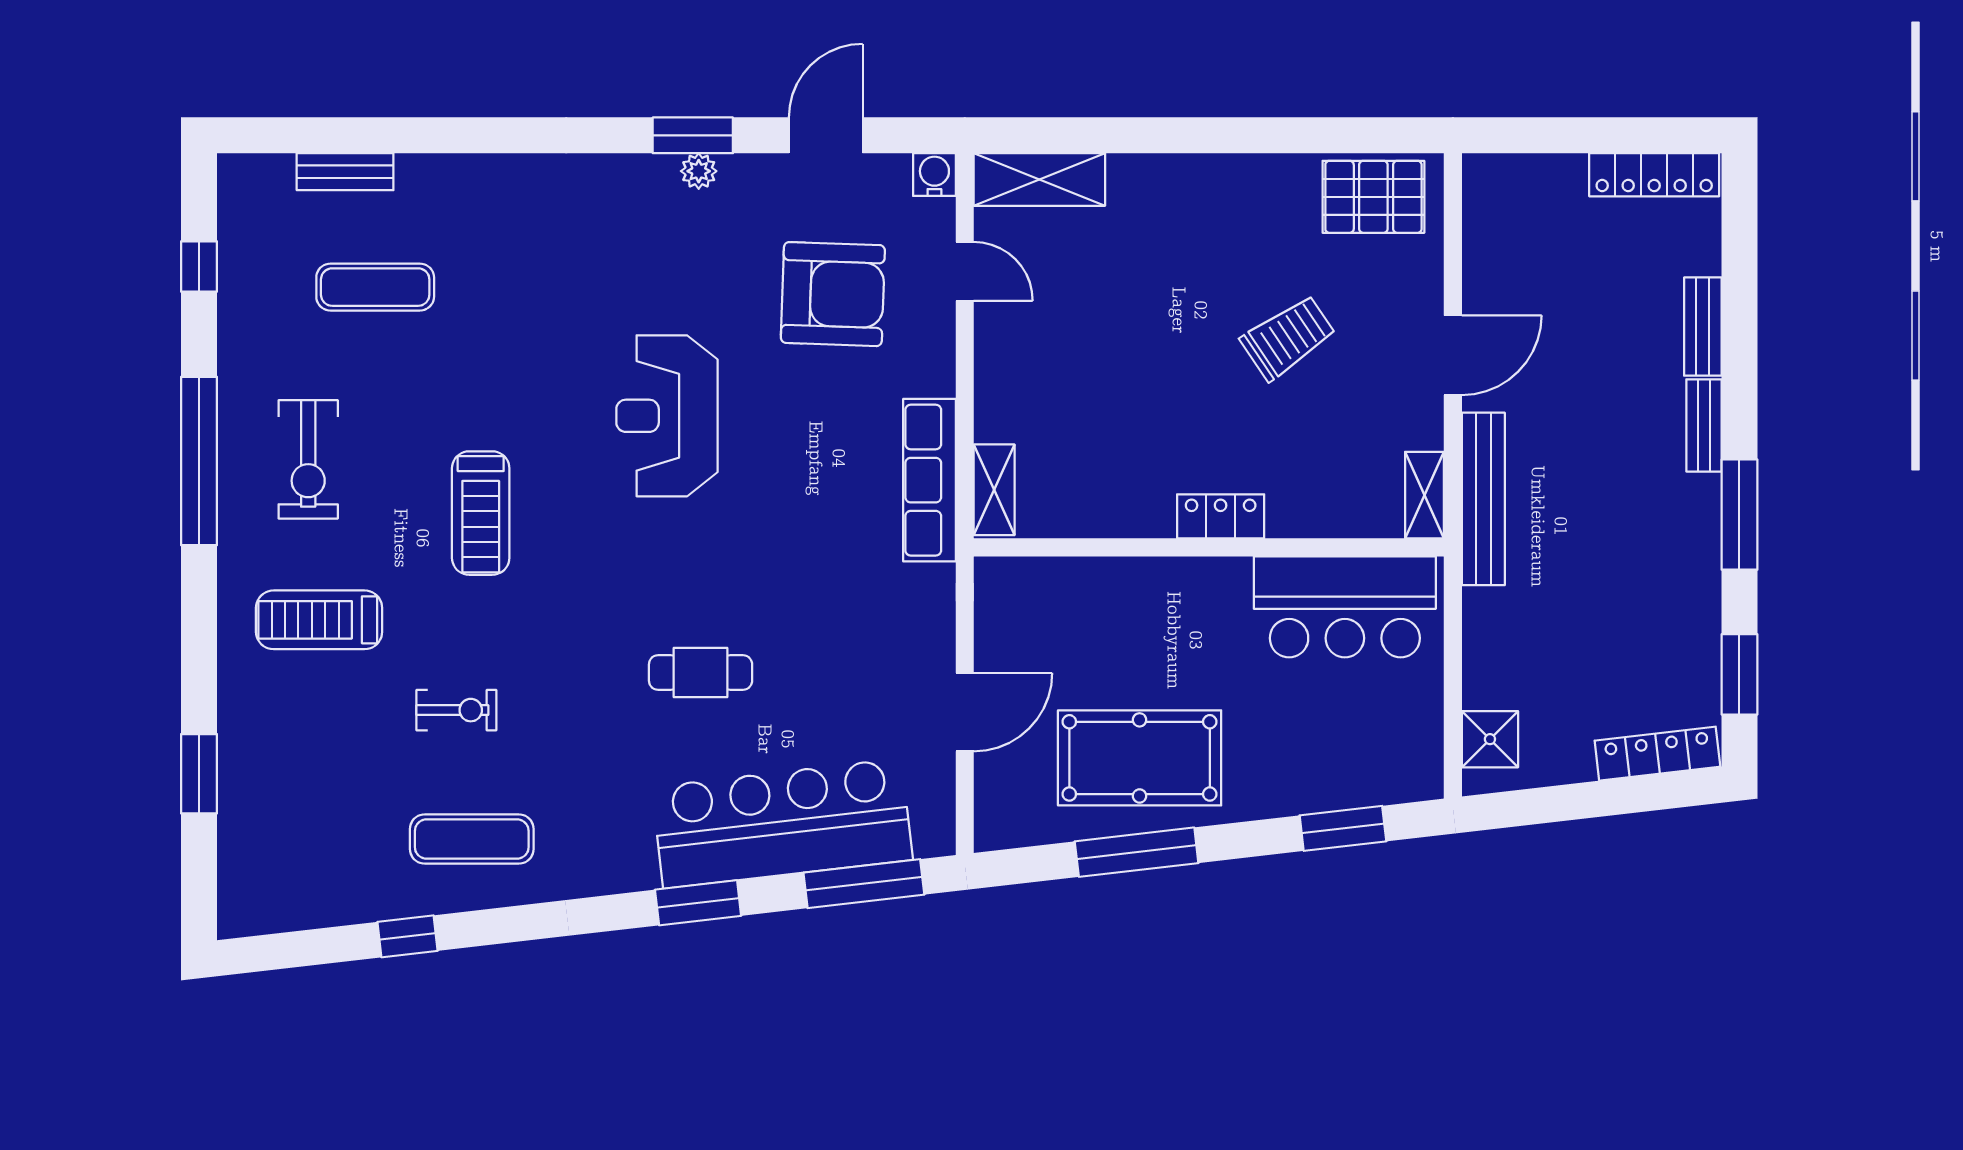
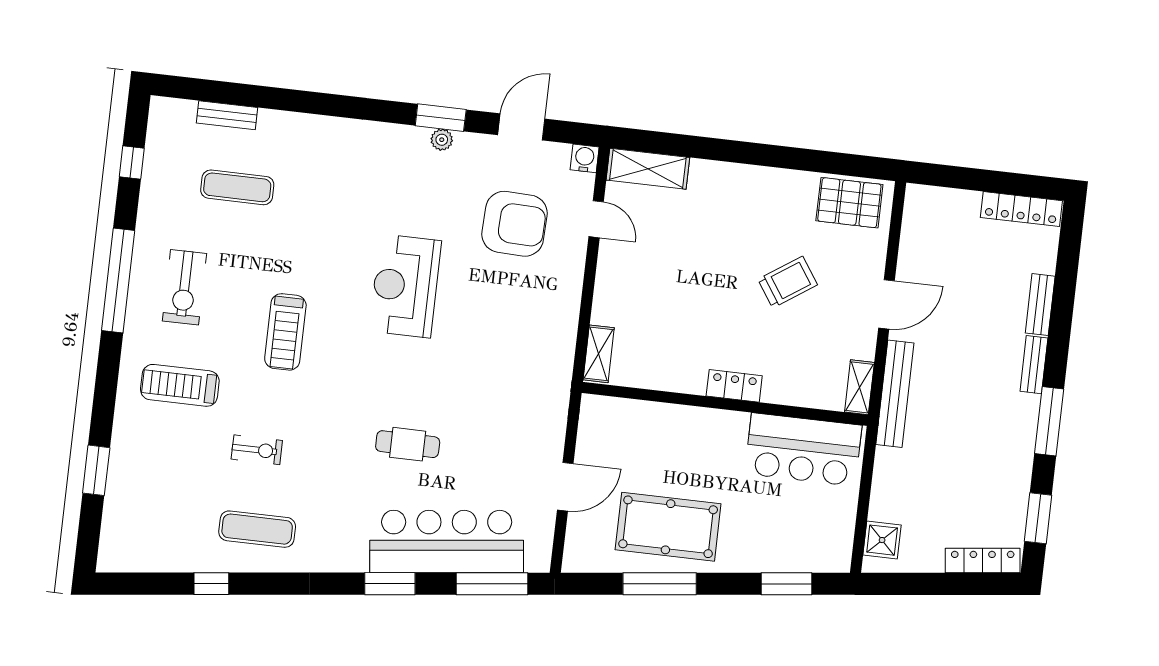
row of seats: (930, 480) -> (560, 343), removed

